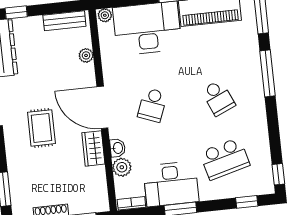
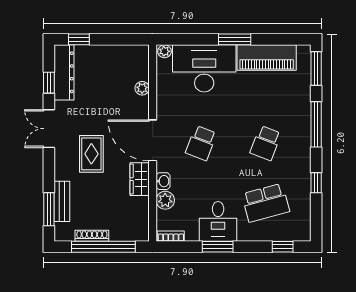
bench: (64, 21) -> (62, 201), moved, turned 90
school desk: (218, 98) -> (266, 143), turned 45
window: (278, 174) -> (316, 183), moved
desk: (171, 184) -> (218, 221), width x0.73

